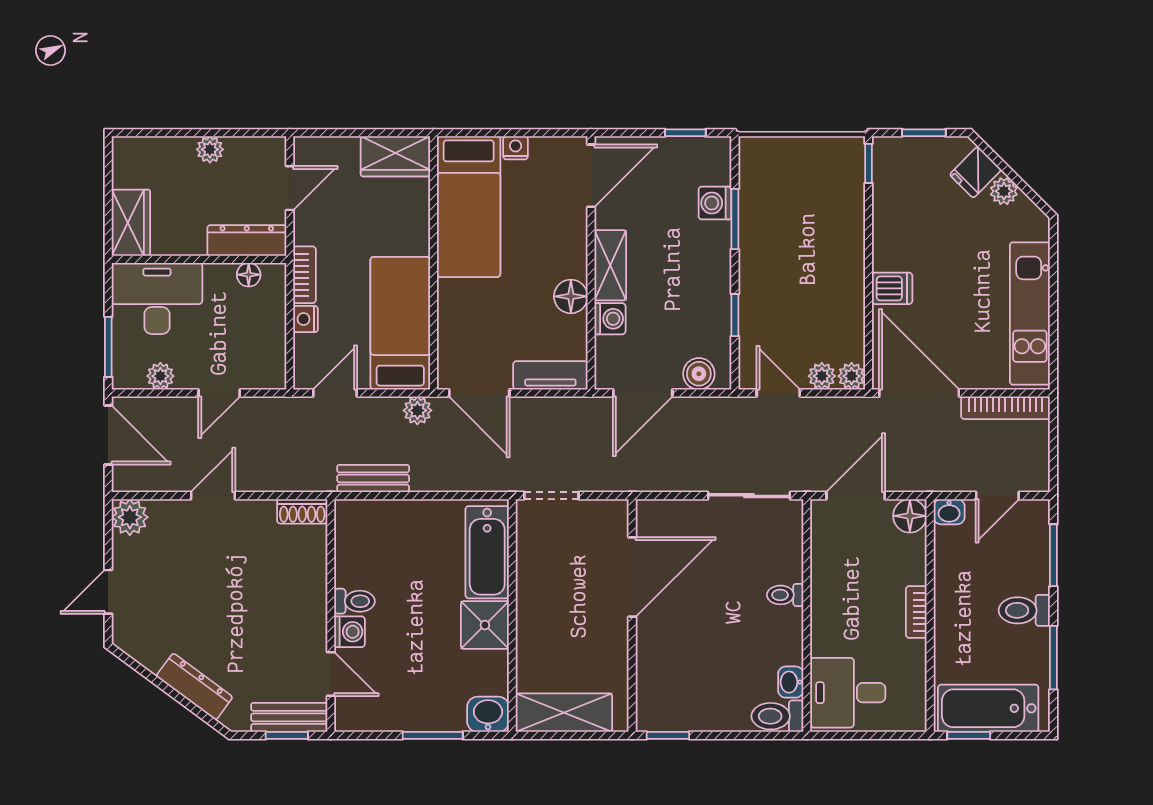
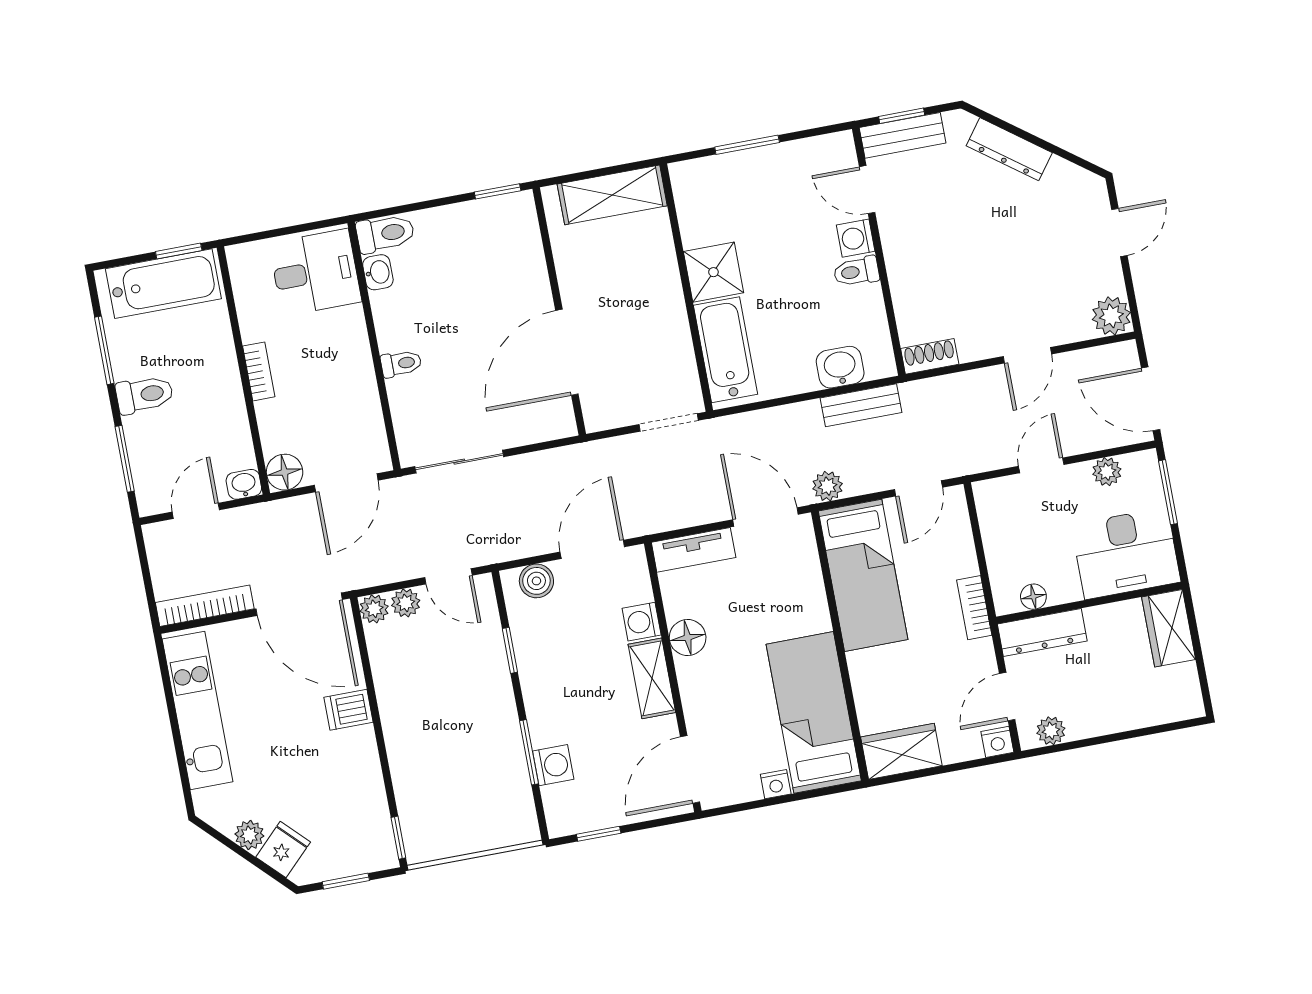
plant: (210, 149) -> (1051, 731), moved
nightstand: (306, 319) -> (997, 742), moved, turned 90
washbasin: (488, 714) -> (840, 367), moved, turned 180

